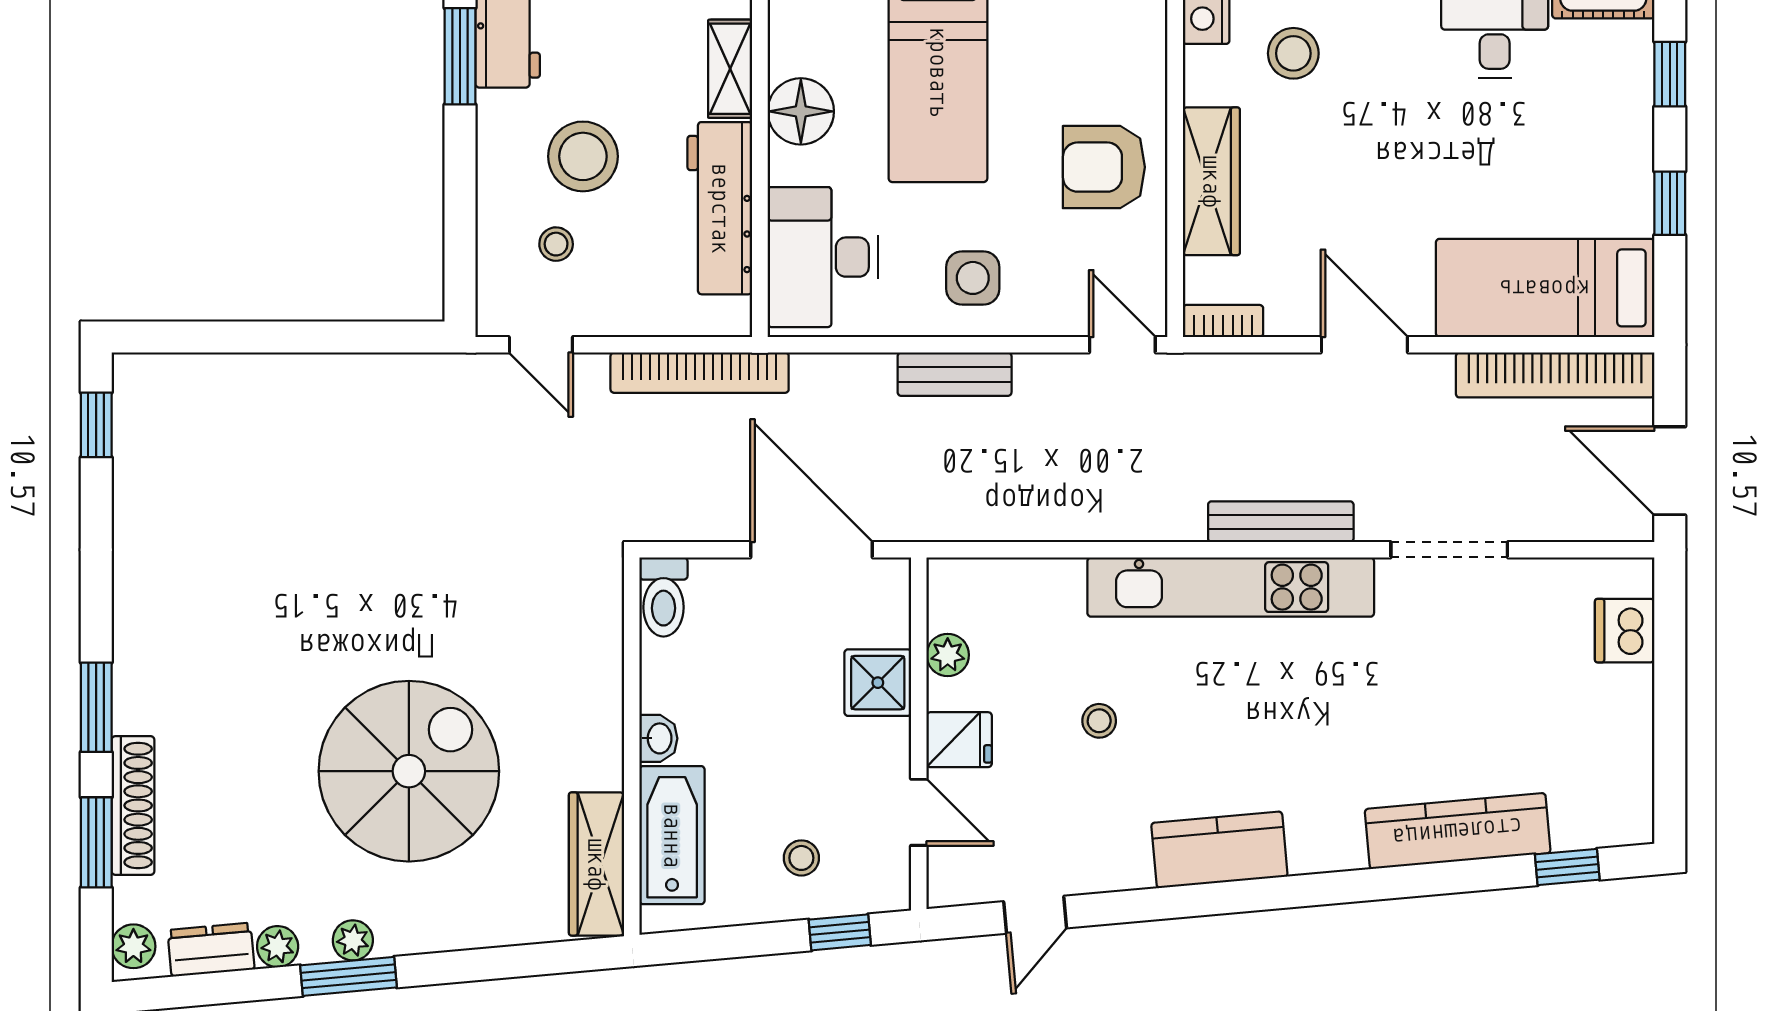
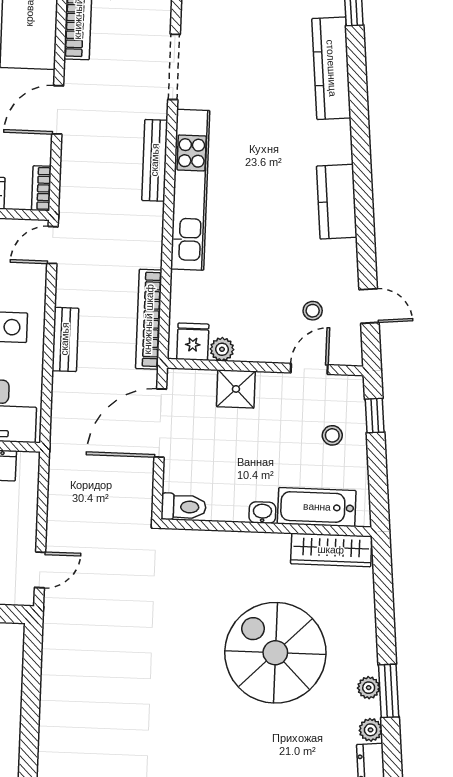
bookcase: (700, 373) -> (149, 319), moved, turned 180
stool: (1099, 721) -> (313, 311), moved
fridge: (959, 740) -> (193, 342), moved

